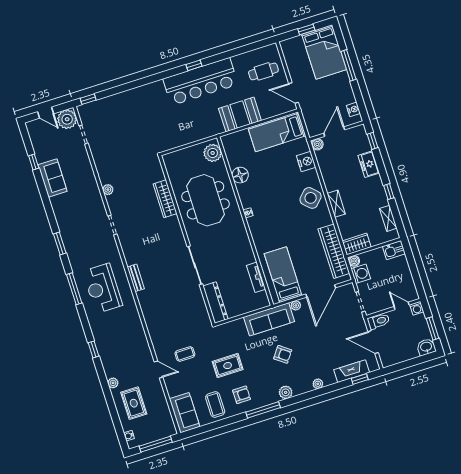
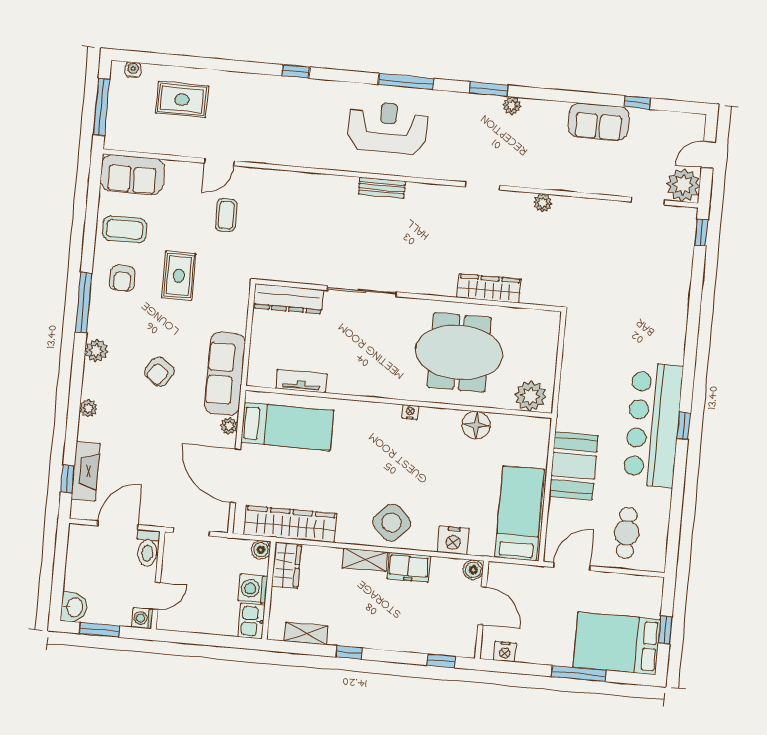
freezer: (369, 164) -> (409, 567), moved, turned 180
washing machine: (361, 274) -> (253, 589), moved, turned 90
plant: (113, 383) -> (512, 106), moved

